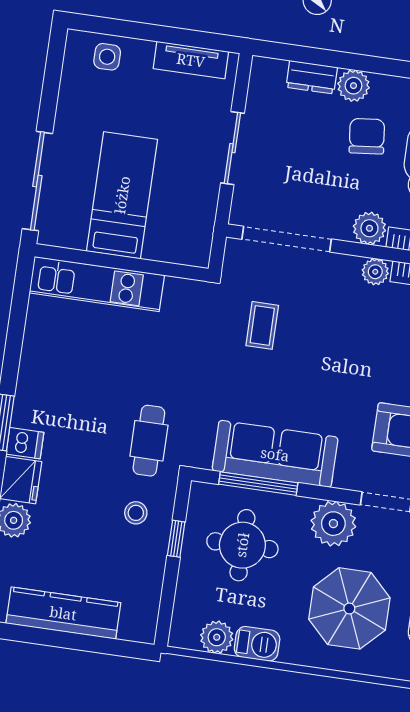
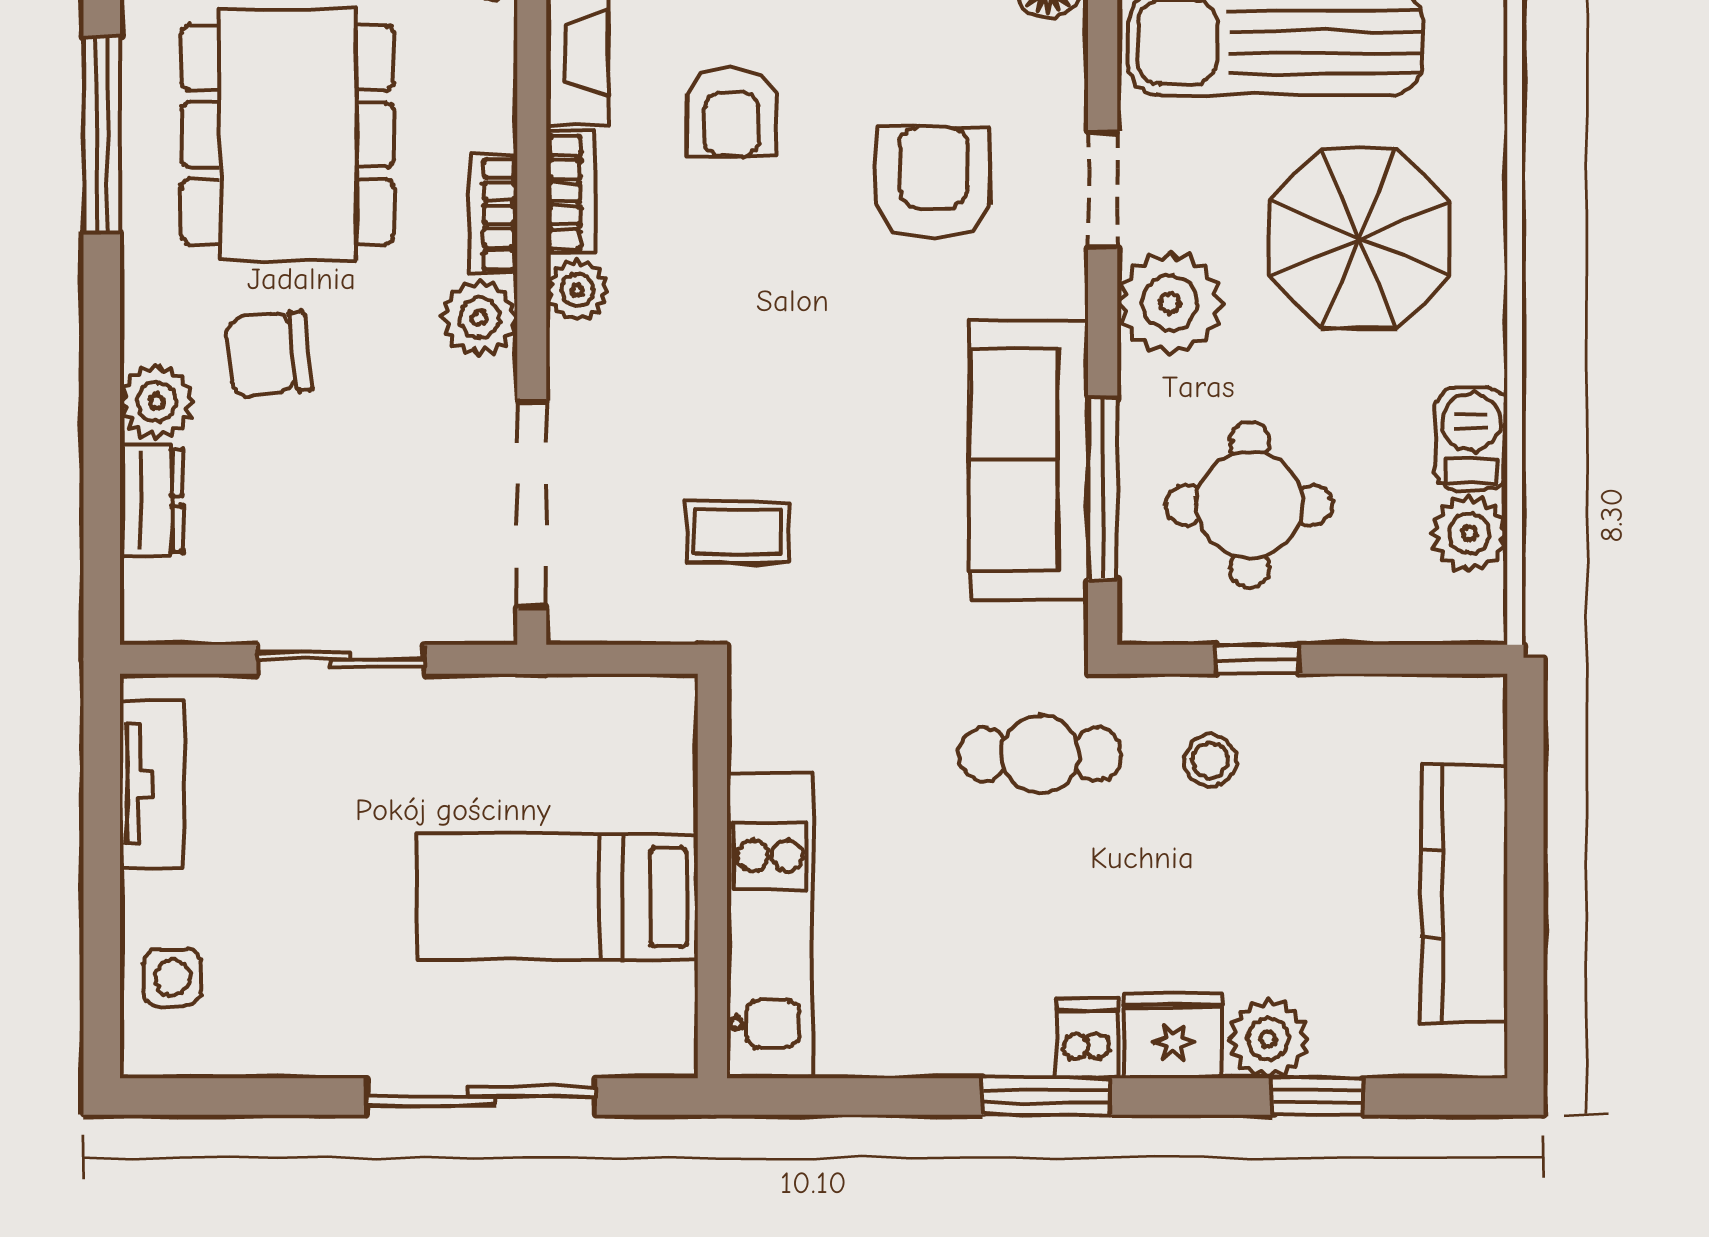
bed: (122, 195) -> (558, 897), moved
wall: (122, 263) -> (712, 876), moved
kitchen unit: (97, 284) -> (770, 926), moved

